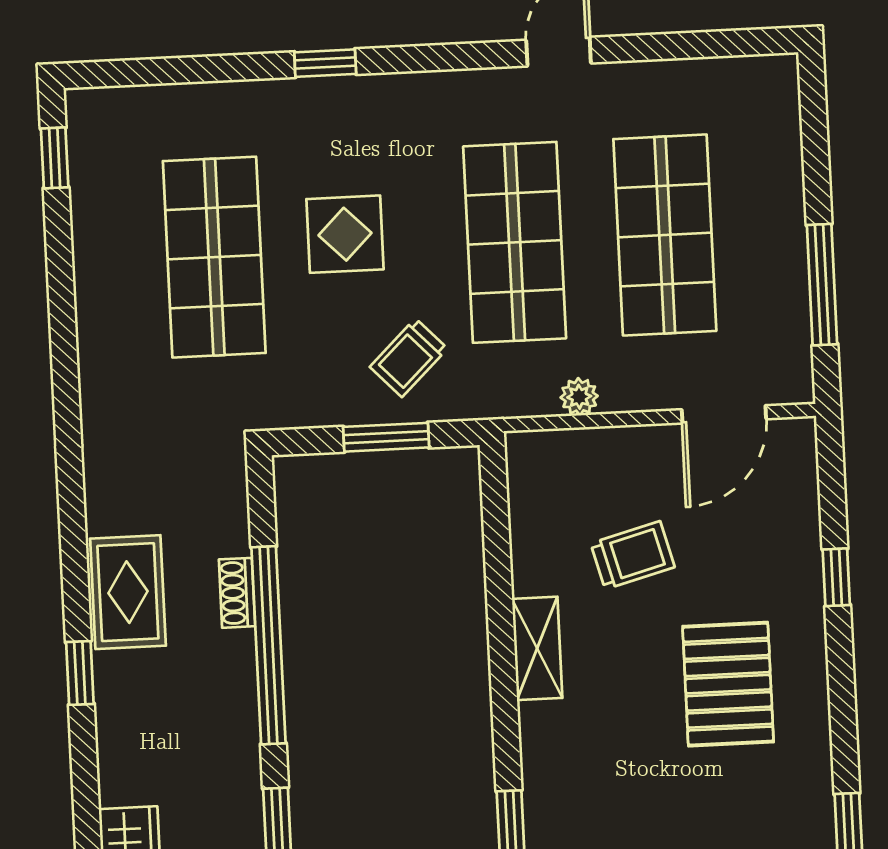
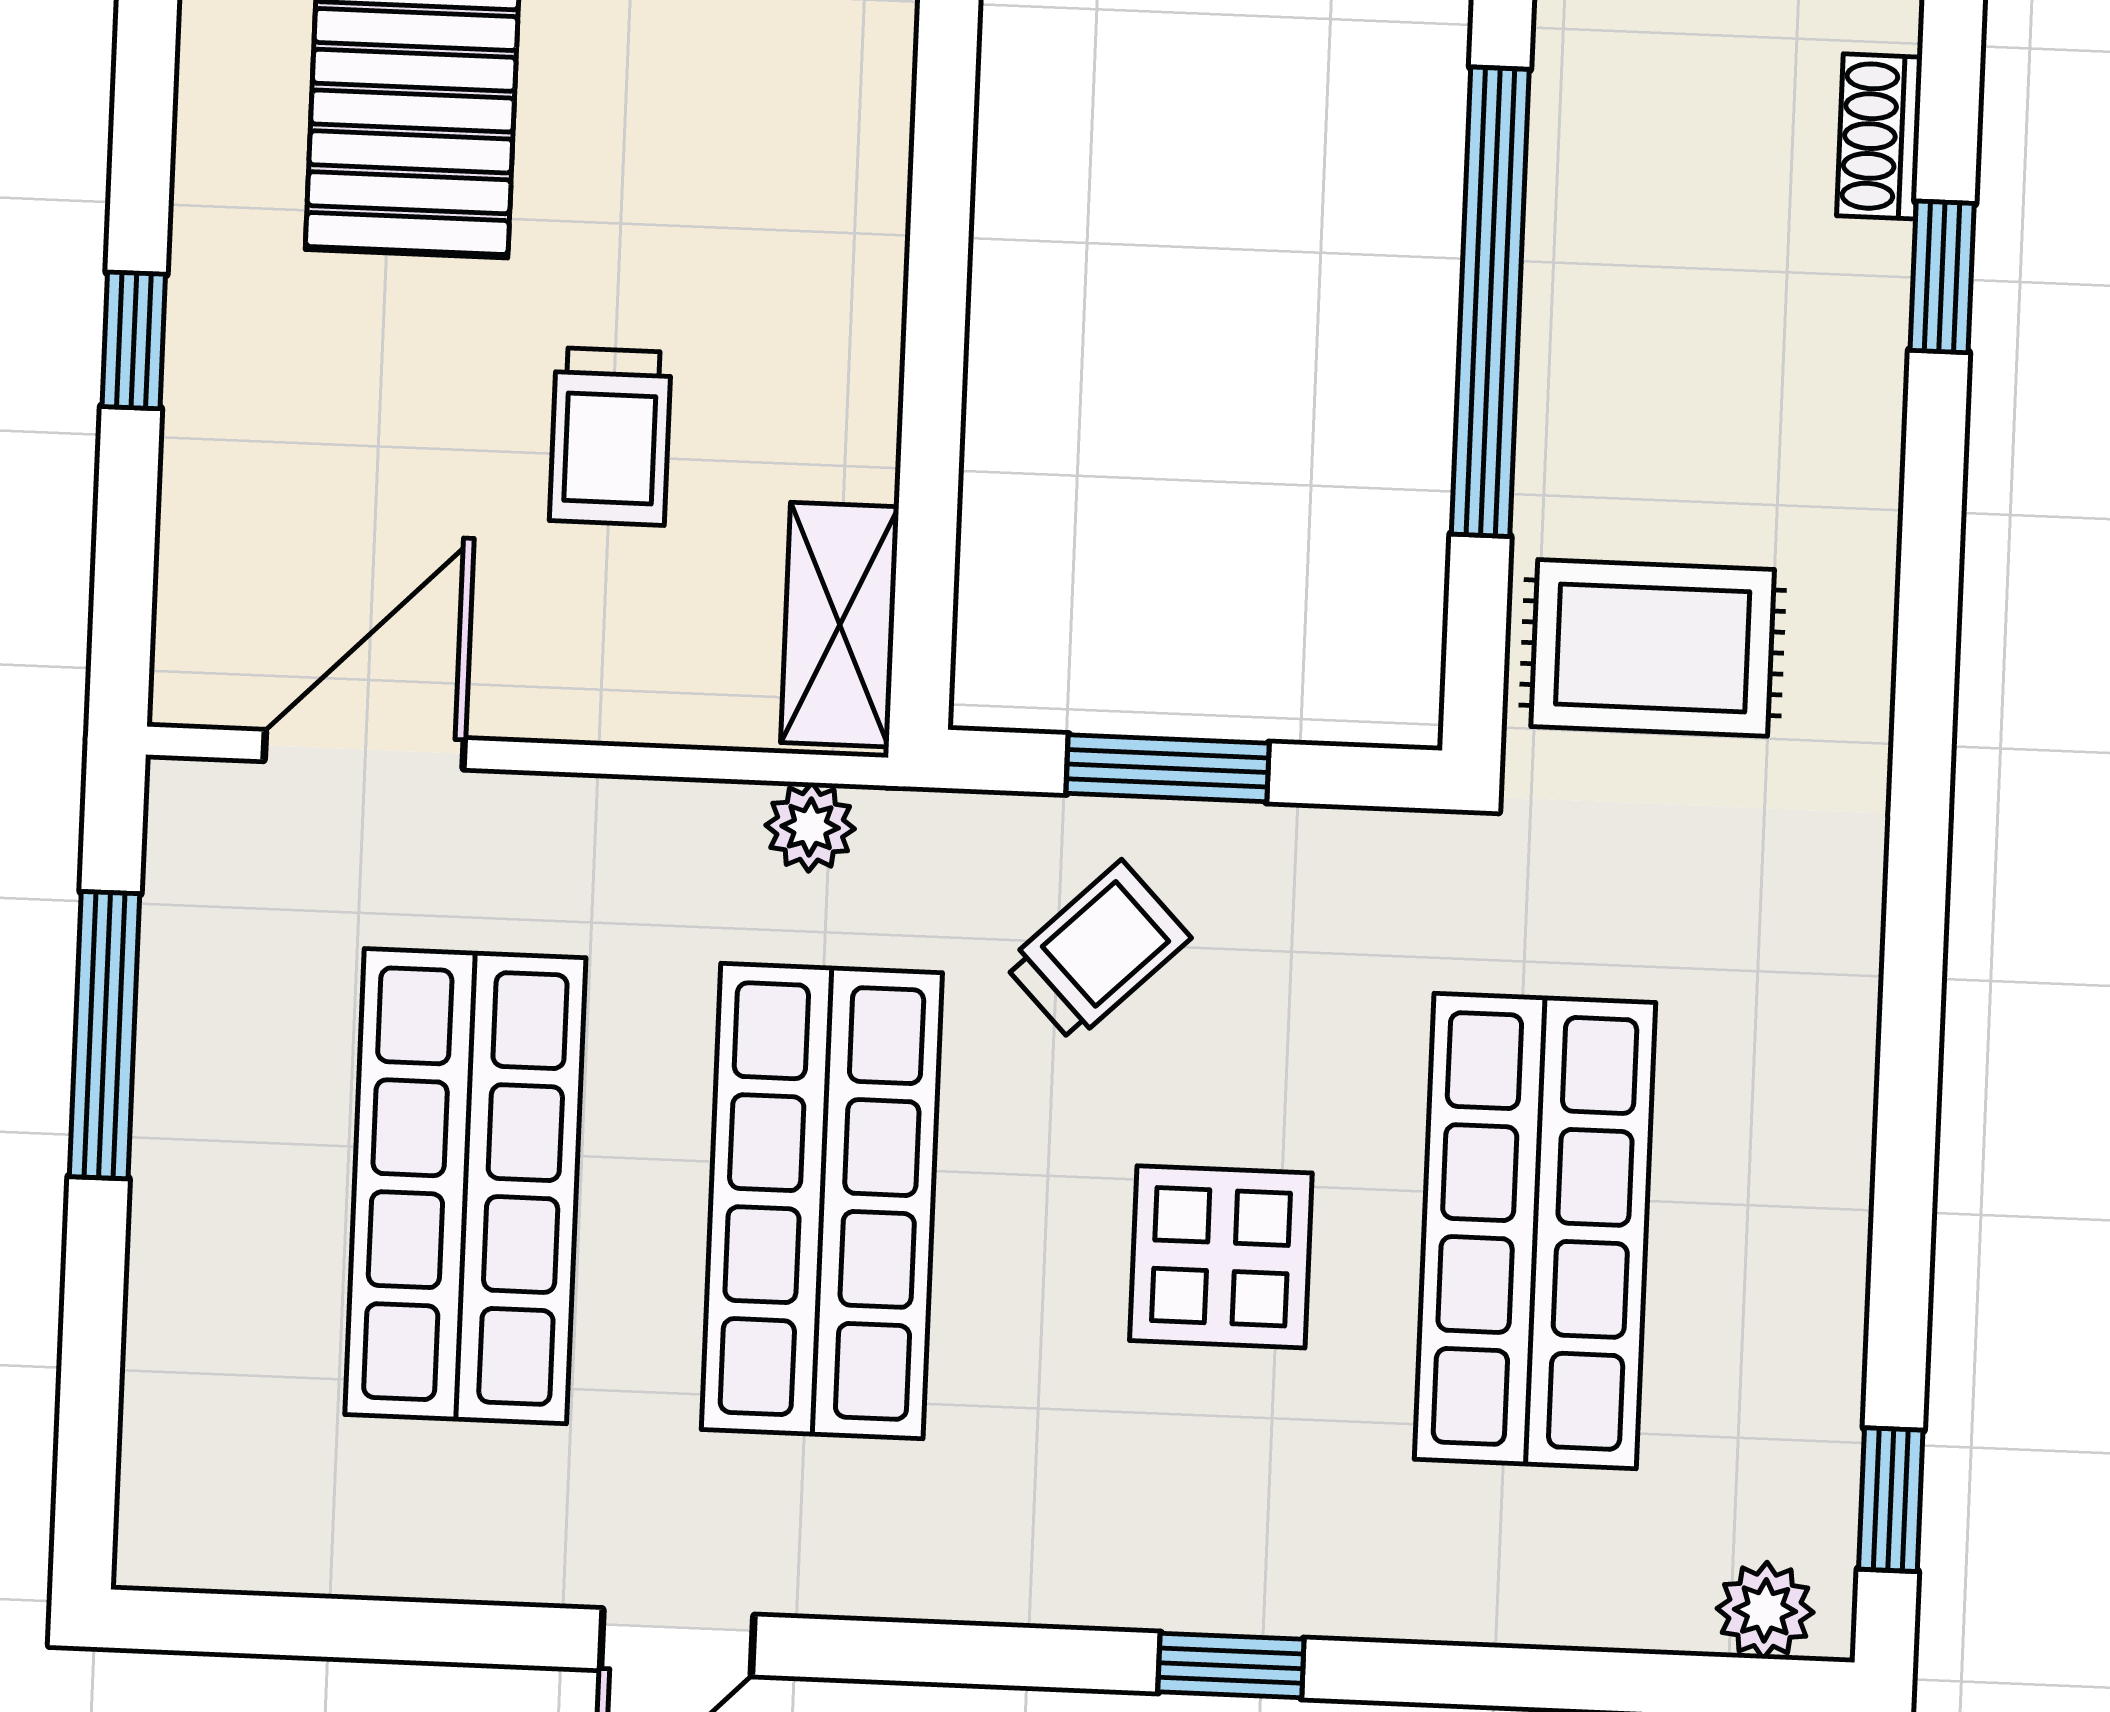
plant: (103, 107) -> (1765, 1610), added
plant: (579, 397) -> (810, 827), moved
trolley: (633, 555) -> (610, 436), turned -75
rug: (128, 592) -> (1653, 648), moved, turned 90
shoe rack: (237, 593) -> (1879, 136), moved, turned 180
shelving: (537, 648) -> (840, 625), moved

